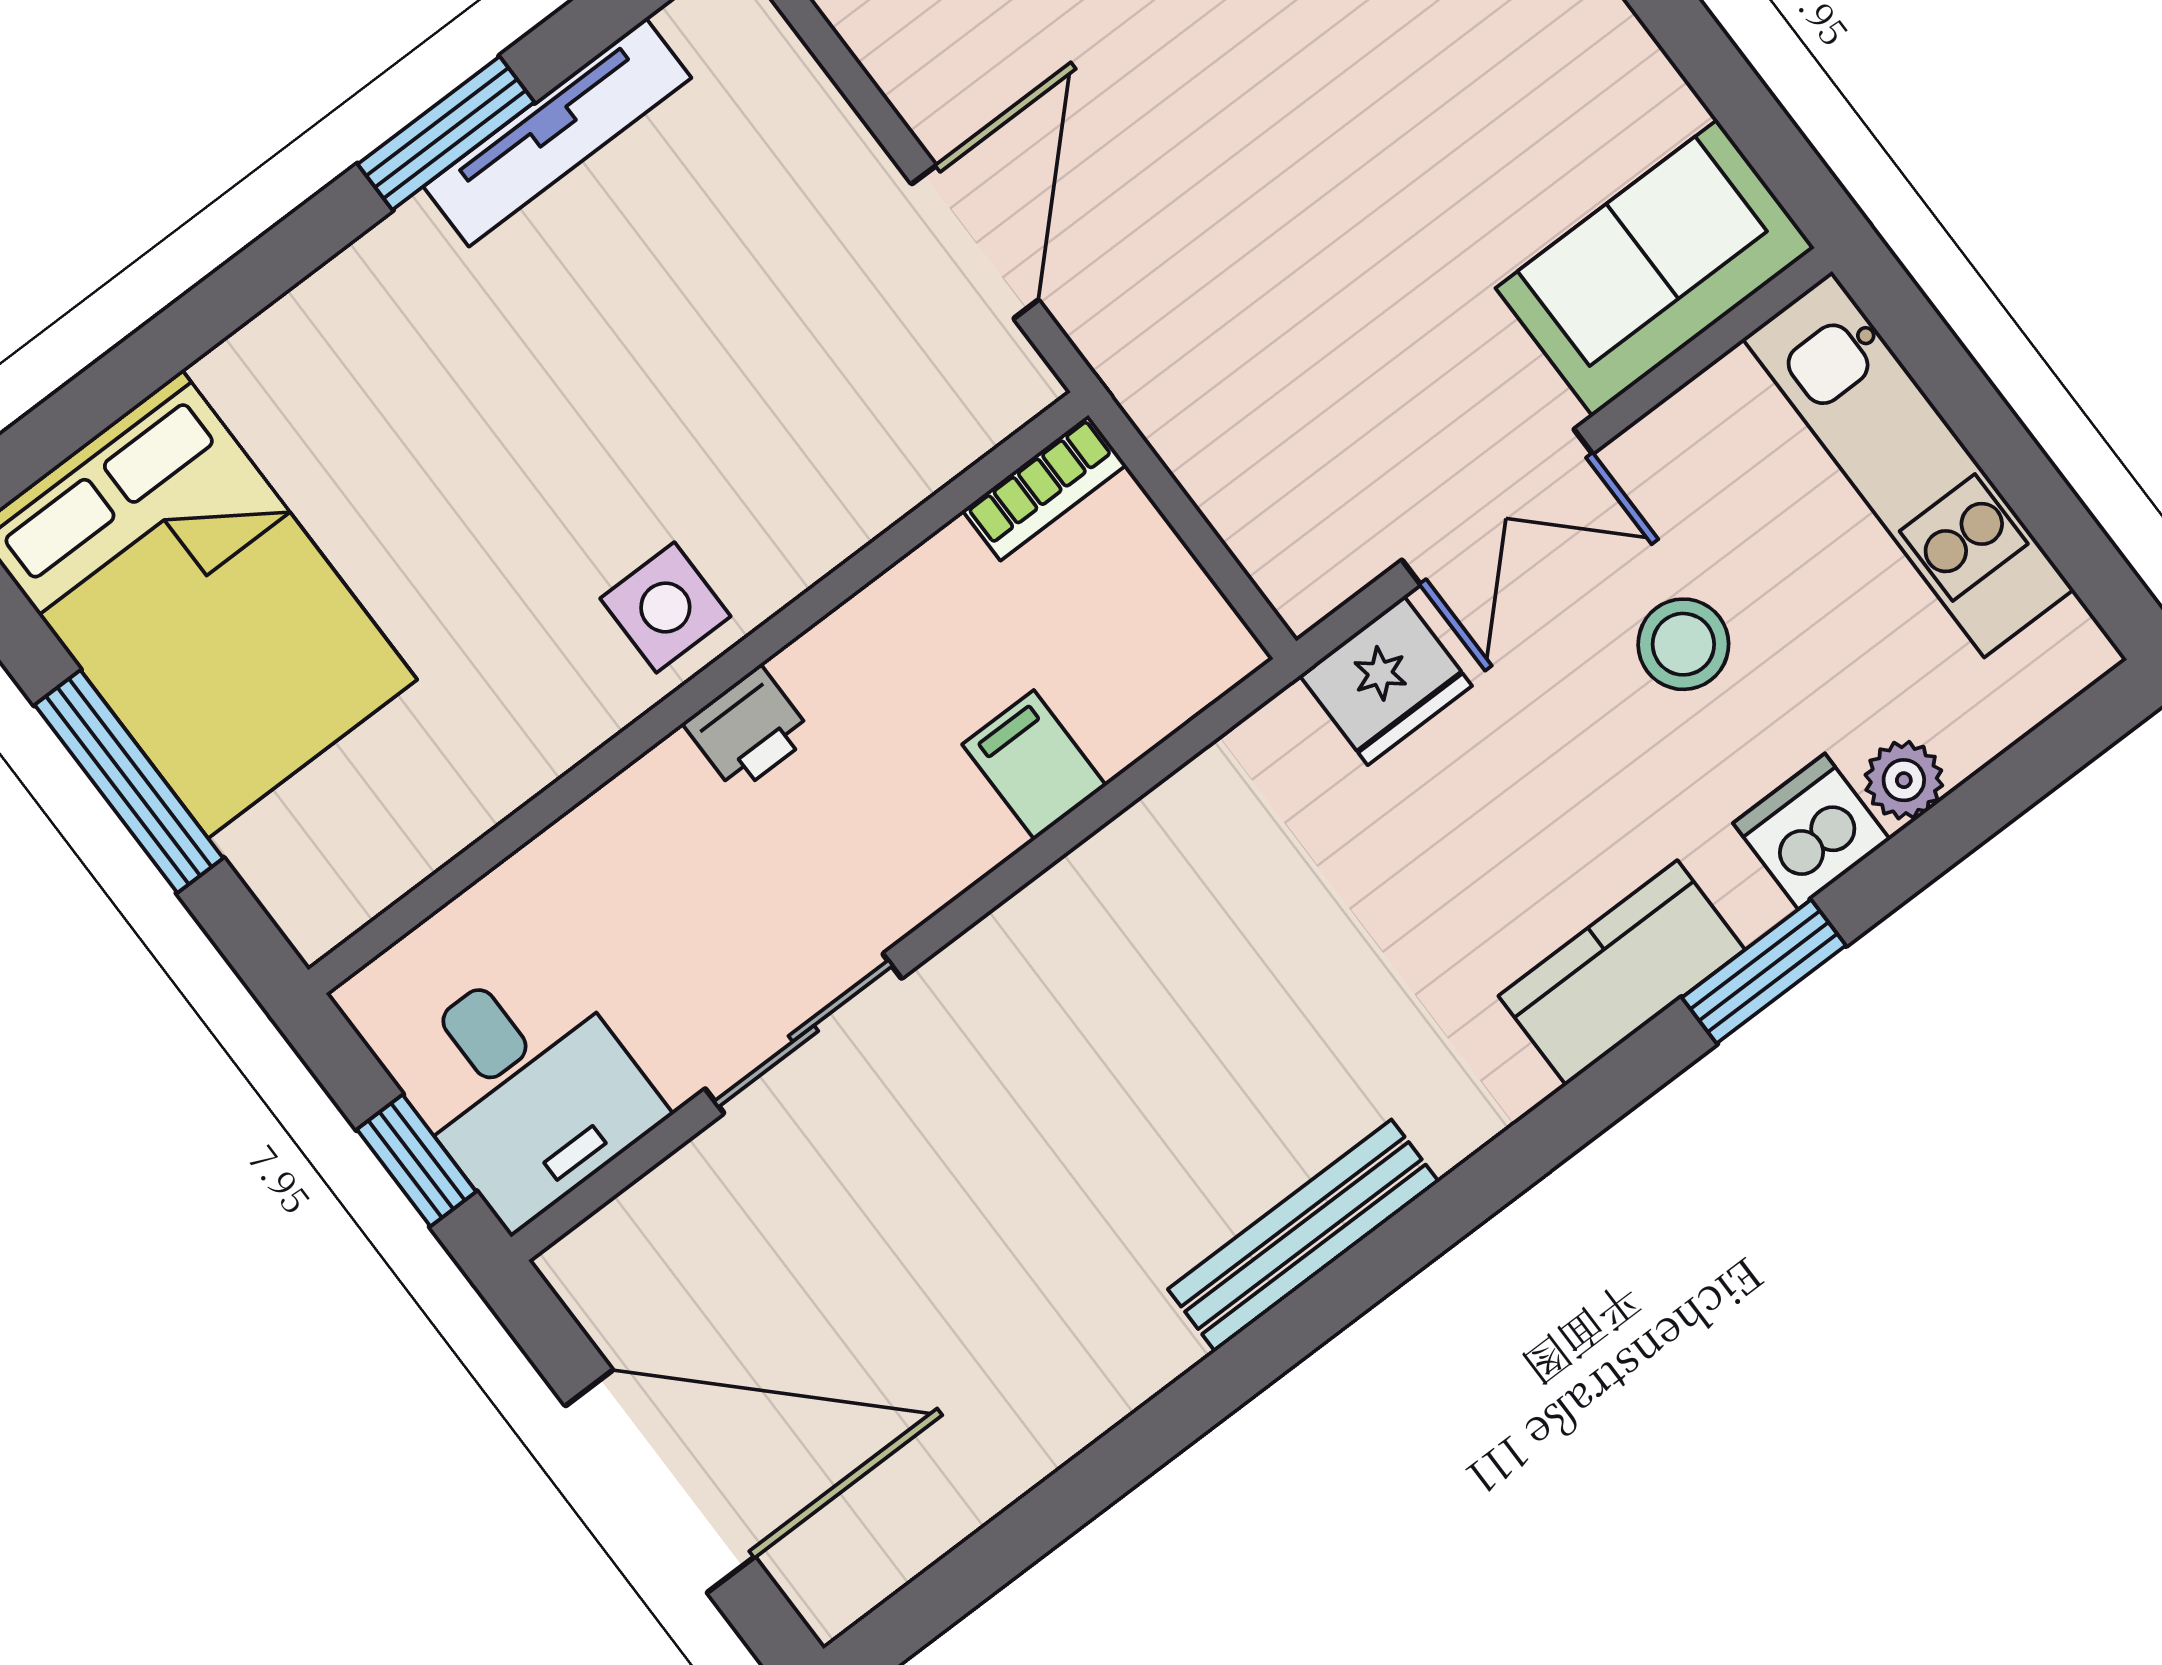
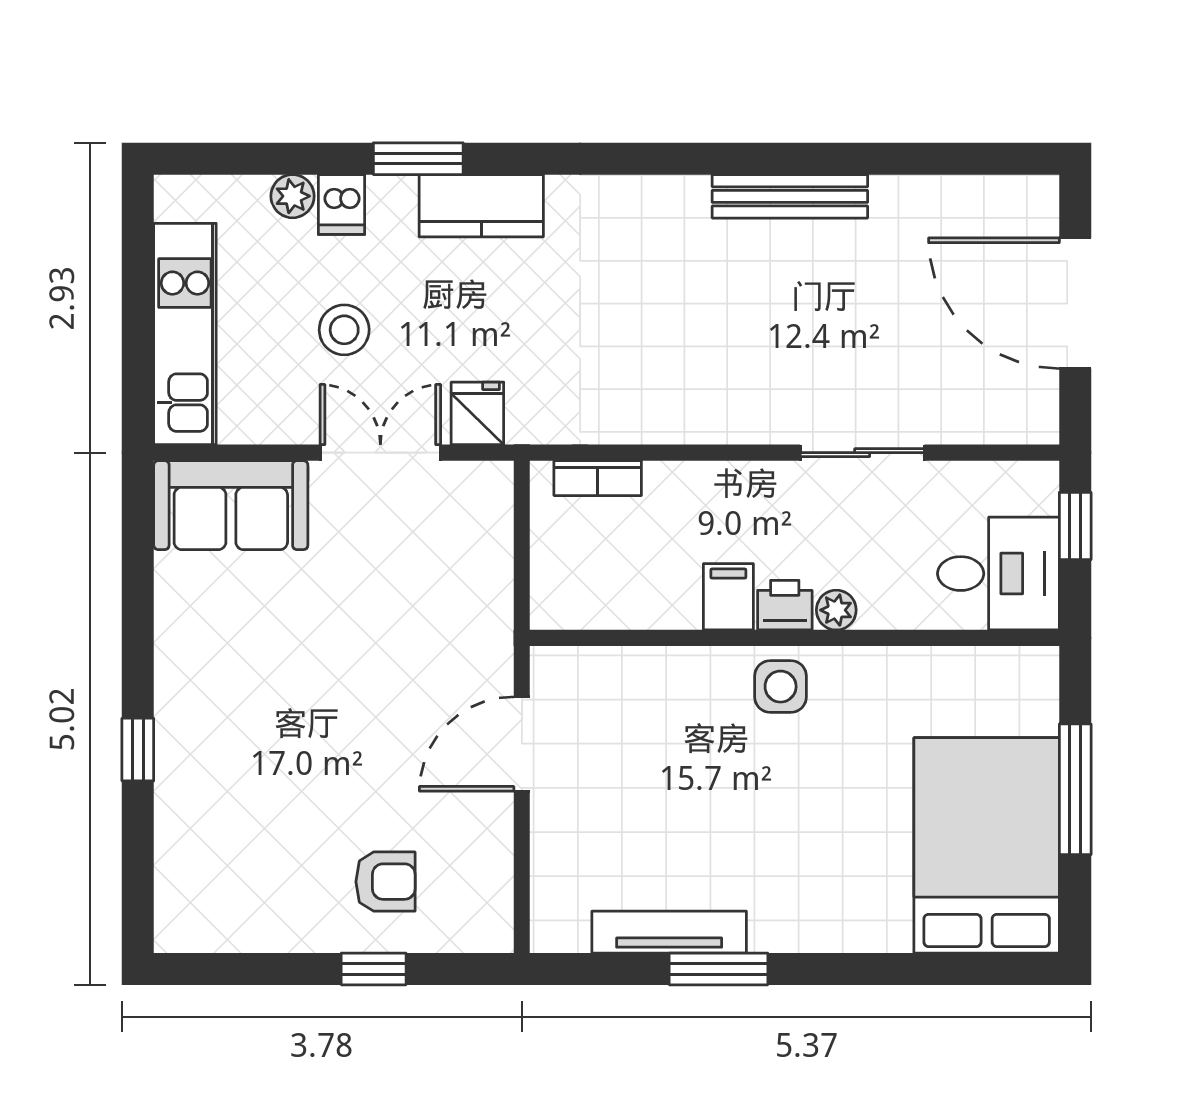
bookcase: (1044, 488) -> (598, 478), moved, turned 180
fridge: (1386, 681) -> (477, 413), width x0.72
filing cabinet: (1034, 765) -> (728, 597), moved, turned 180
plant: (669, 778) -> (836, 610), added
dishwasher: (1812, 831) -> (342, 204), width x0.73
desk: (526, 1088) -> (998, 574), moved, turned 90
bench: (1303, 1236) -> (790, 196), moved

